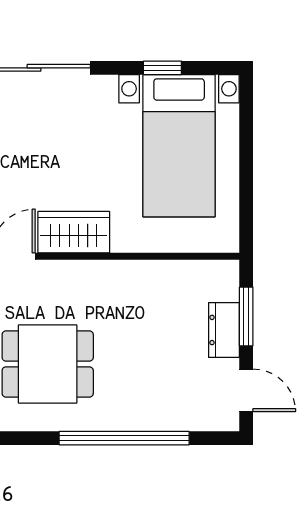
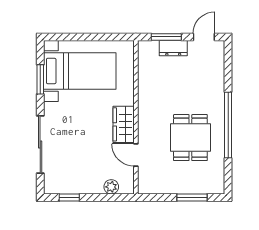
window: (162, 68) -> (40, 79), width x1.50
window: (124, 438) -> (228, 125), moved

